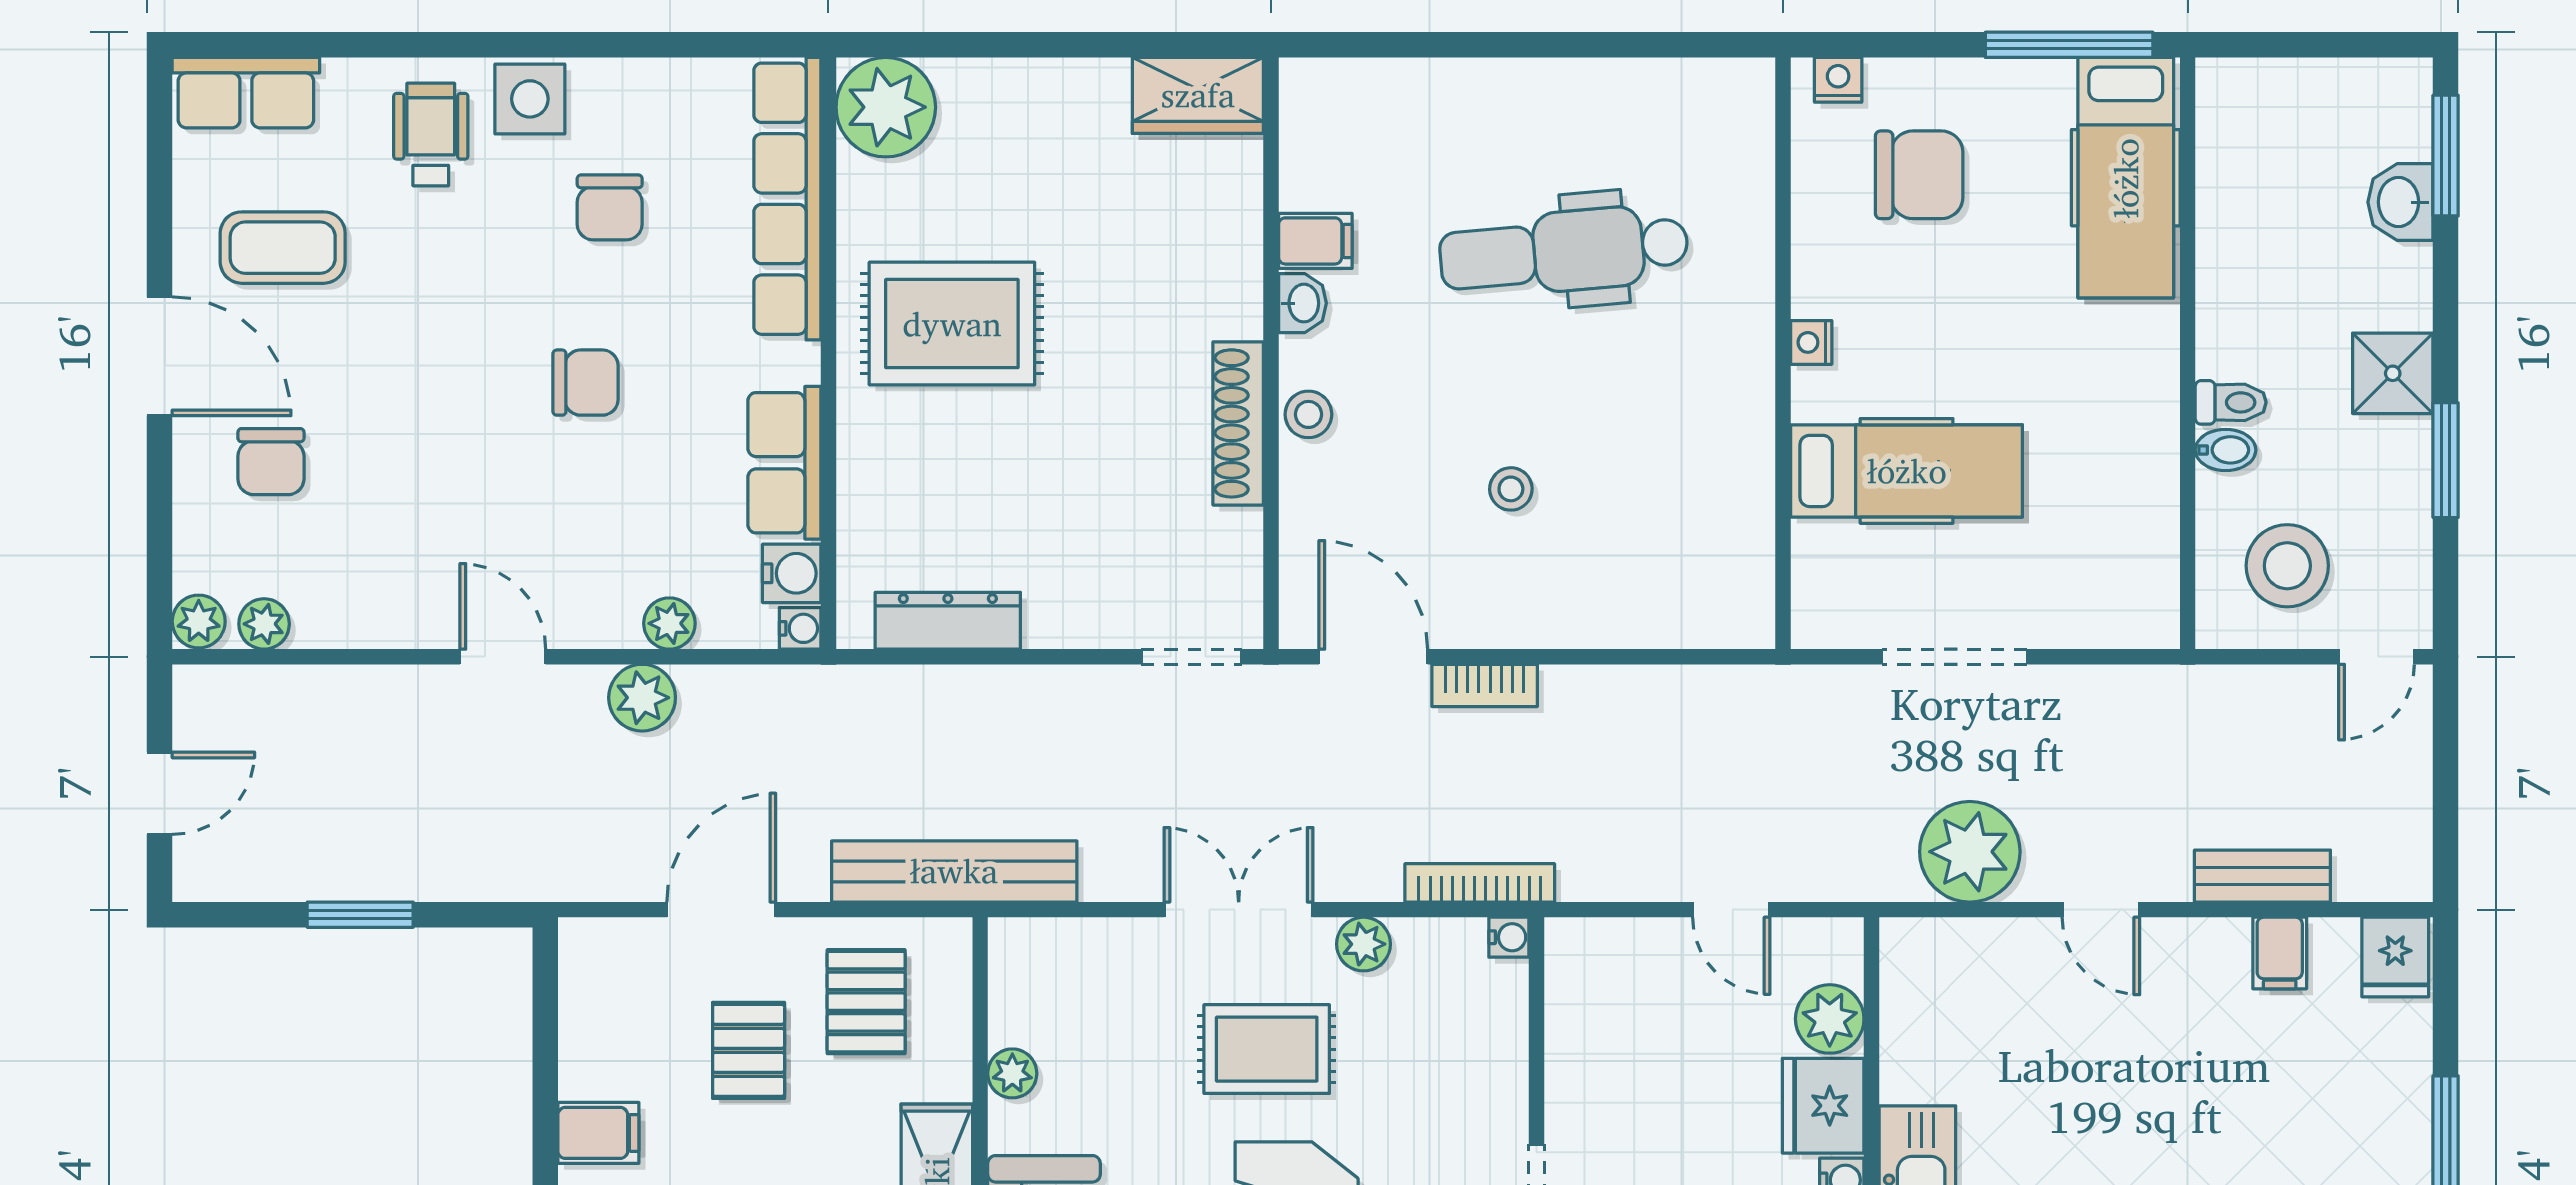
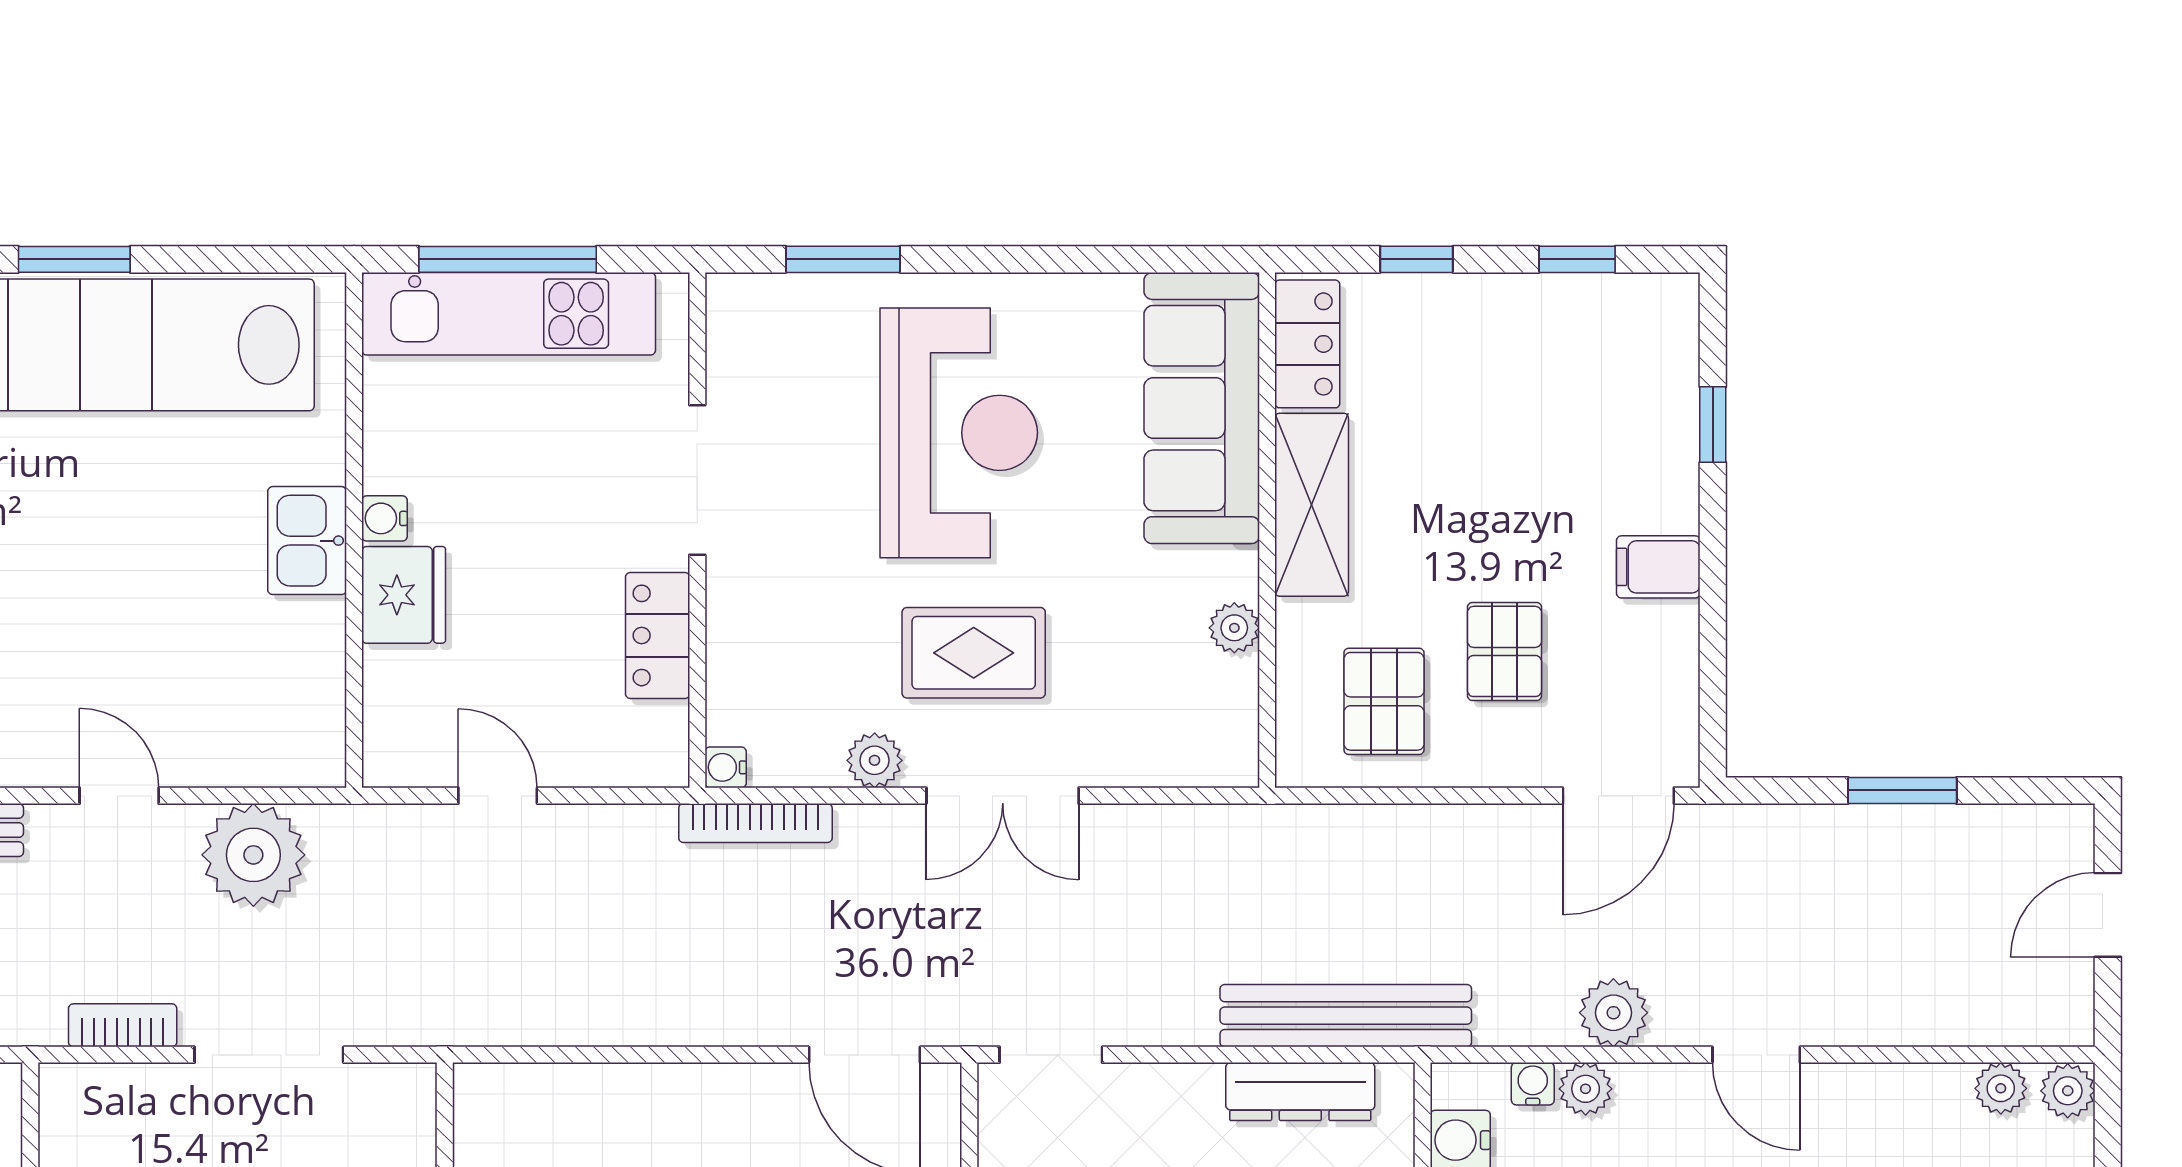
water cooler: (800, 628) -> (1533, 1084), moved, turned 90
bookcase: (1485, 685) -> (123, 1025), moved
bench: (954, 871) -> (1346, 1016), moved
door: (721, 910) -> (1618, 796), moved
plant: (1830, 1019) -> (397, 684), removed
locker: (1575, 1066) -> (658, 635), added

